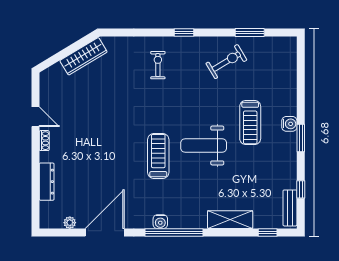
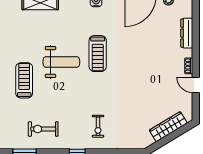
wardrobe: (84, 56) -> (168, 127), moved
exercise bike: (226, 62) -> (43, 129), turned 31

